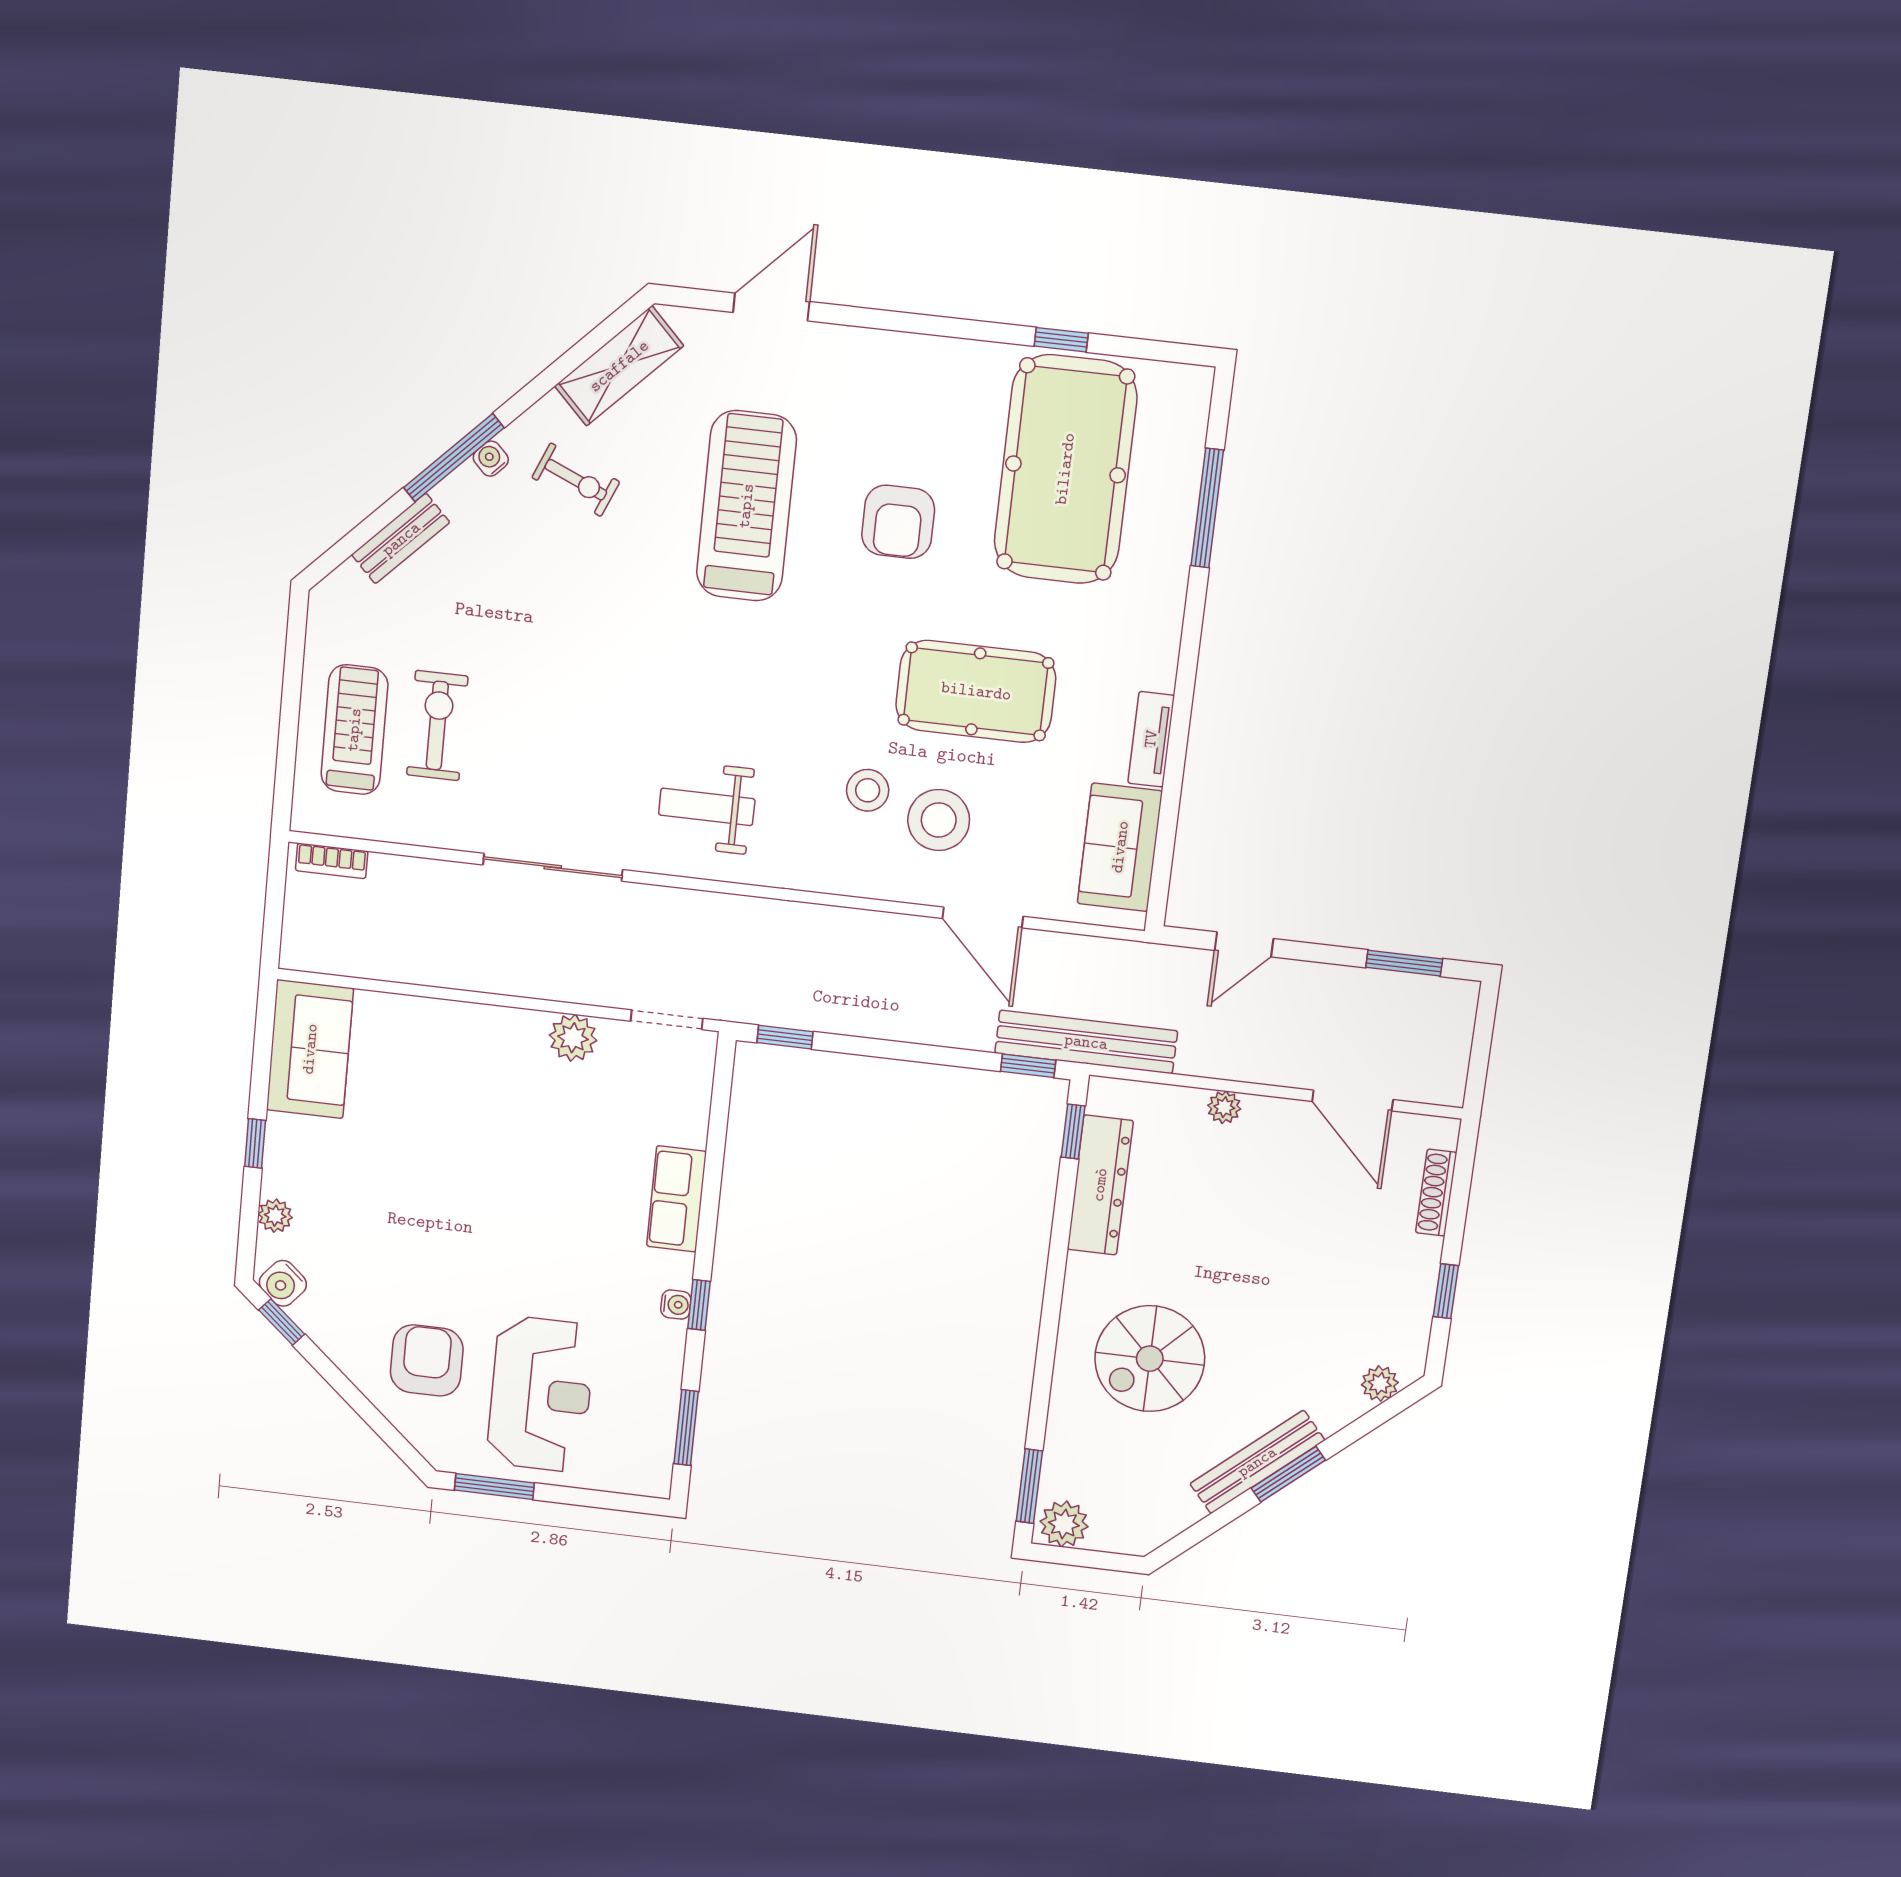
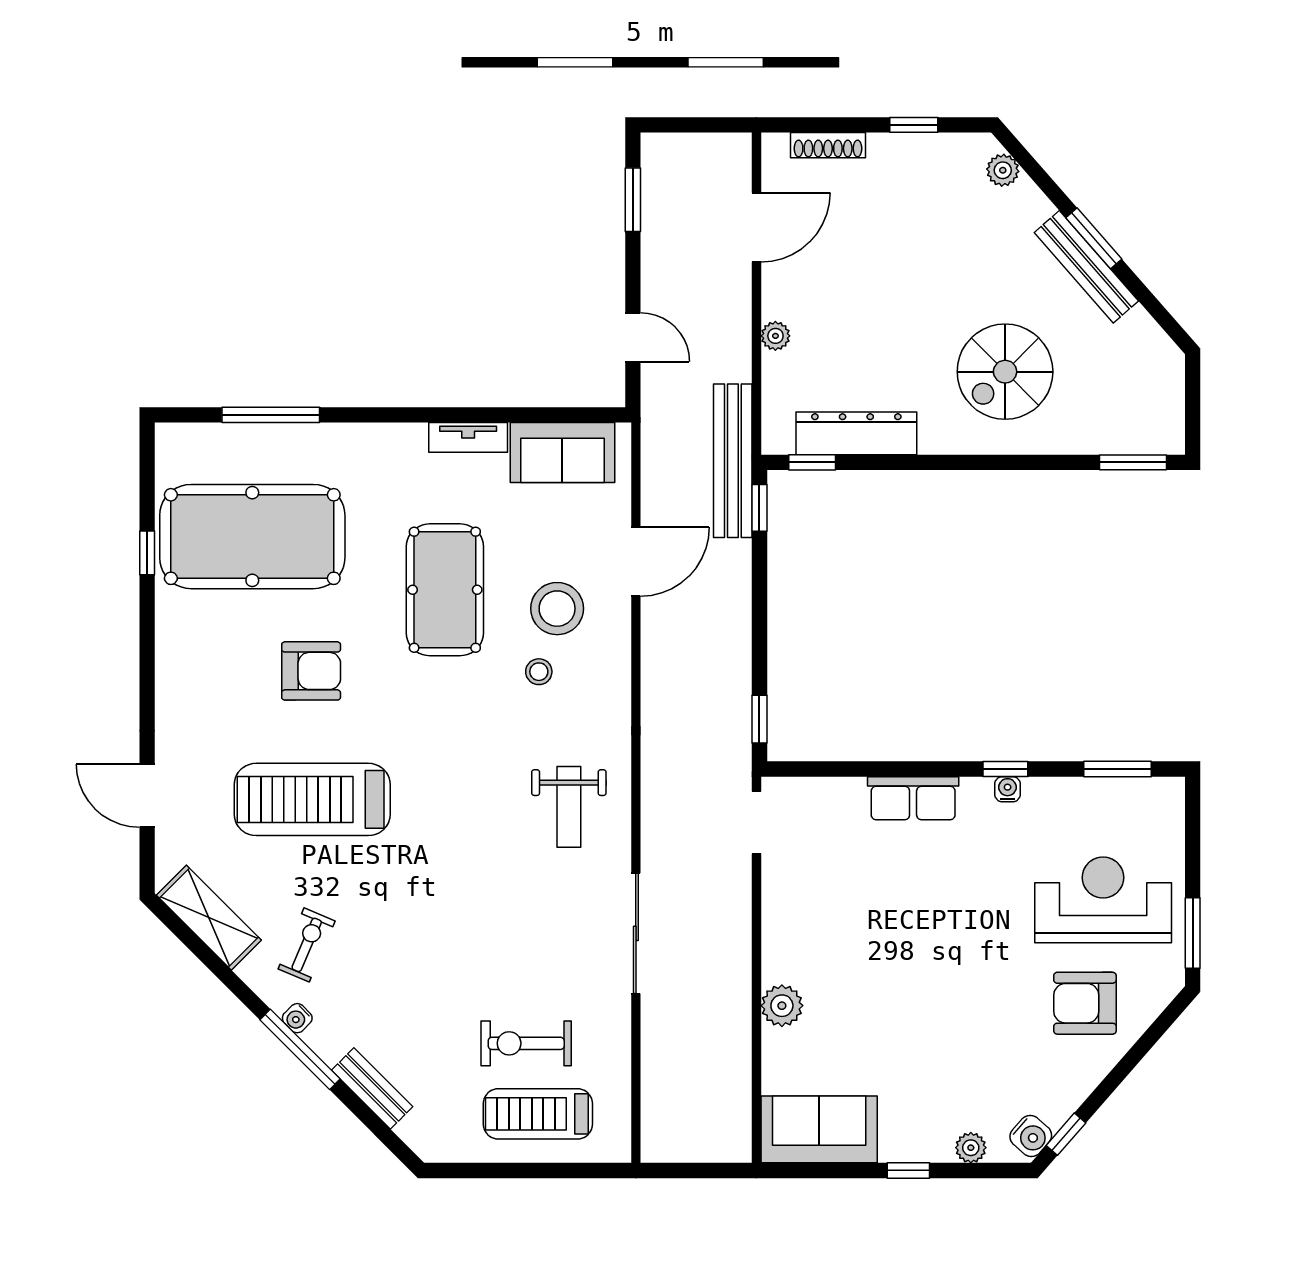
stool: (868, 790) -> (539, 672), width x0.73, depth x0.73
bookcase: (332, 861) -> (653, 1124), removed
plant: (573, 1038) -> (782, 1006), moved
spiral stairs: (1150, 1359) -> (1005, 372), turned 90
plant: (1064, 1524) -> (1164, 428), removed

